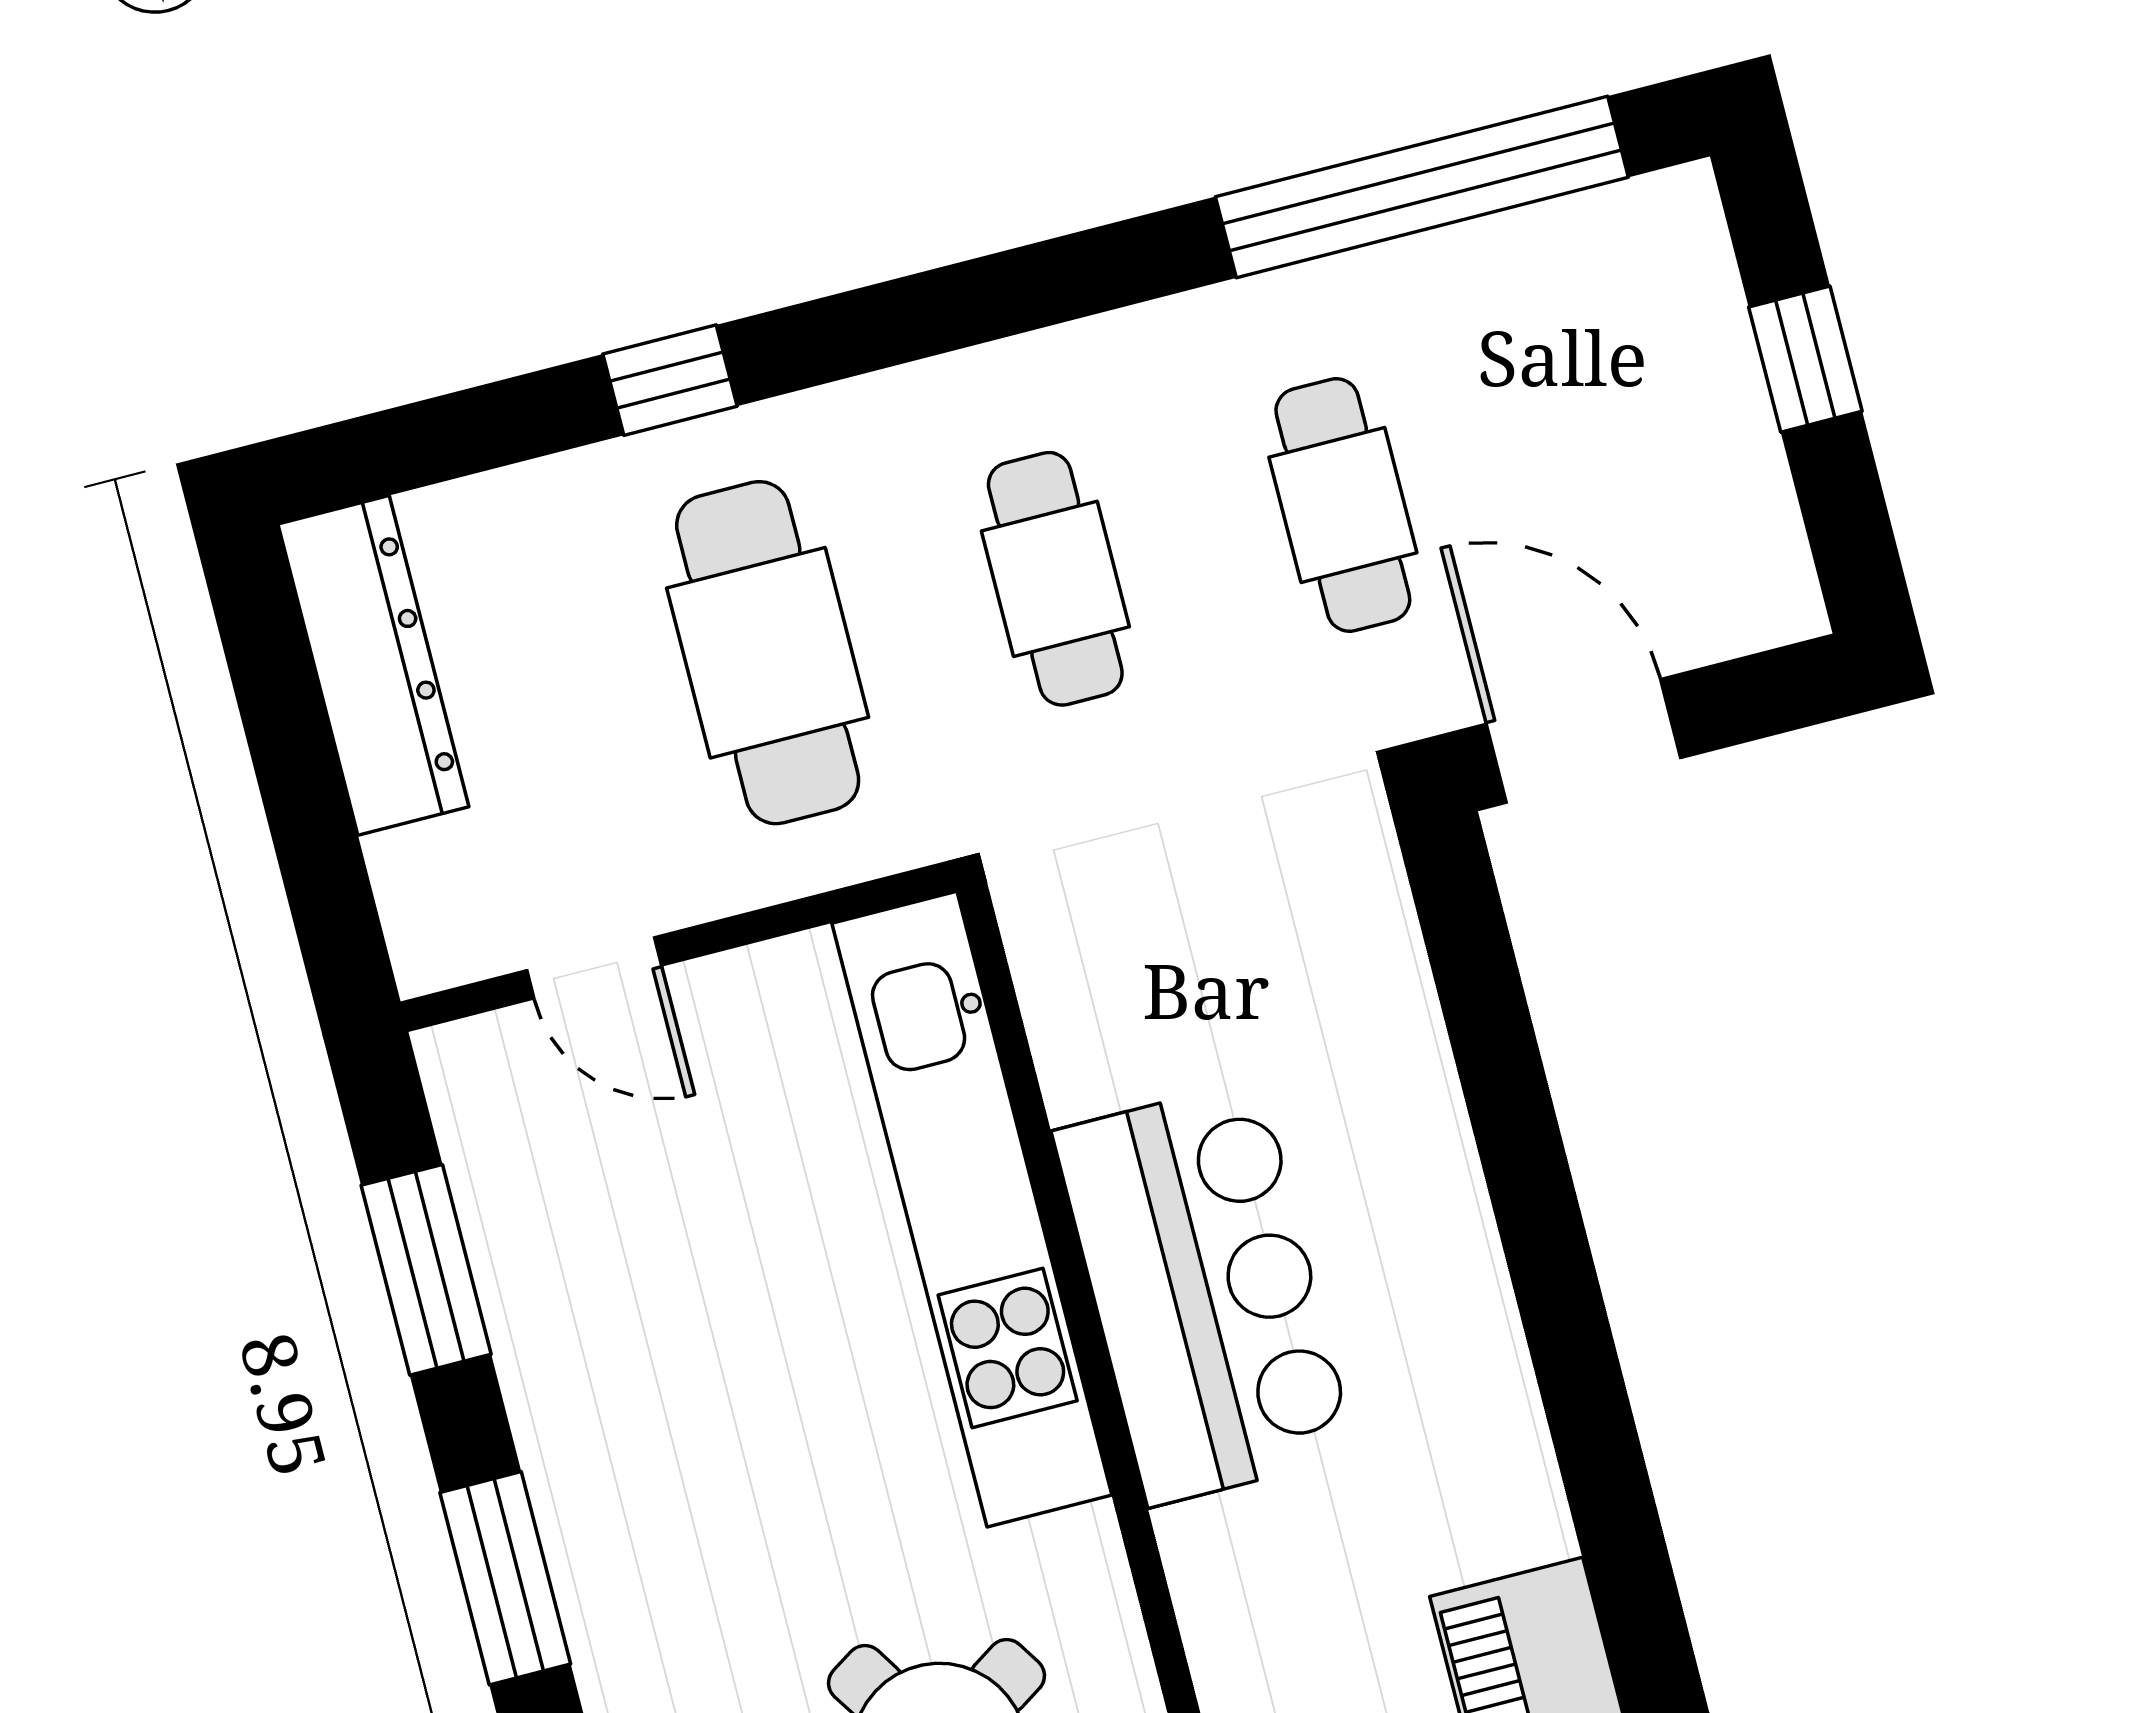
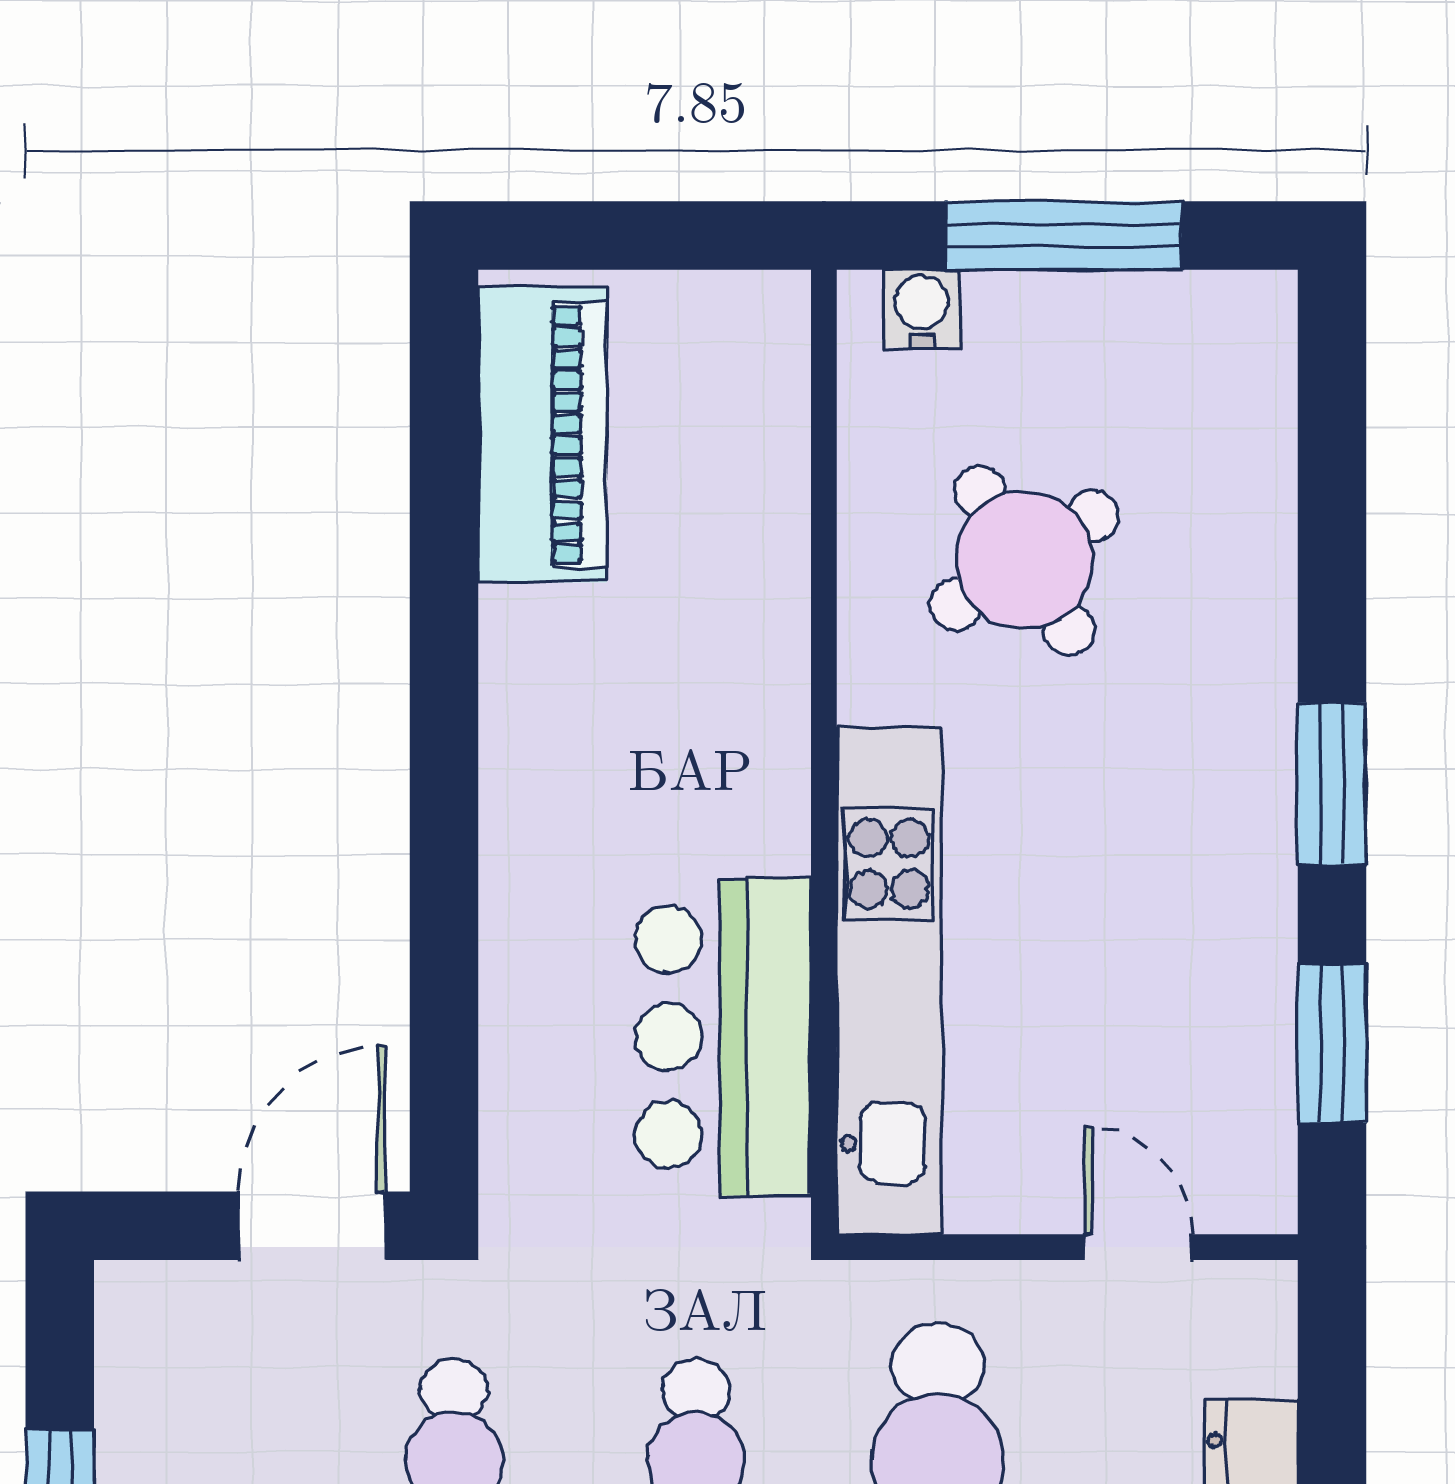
door: (1583, 741) -> (312, 1226), swing flipped
bar counter: (1204, 1293) -> (723, 1037), moved

